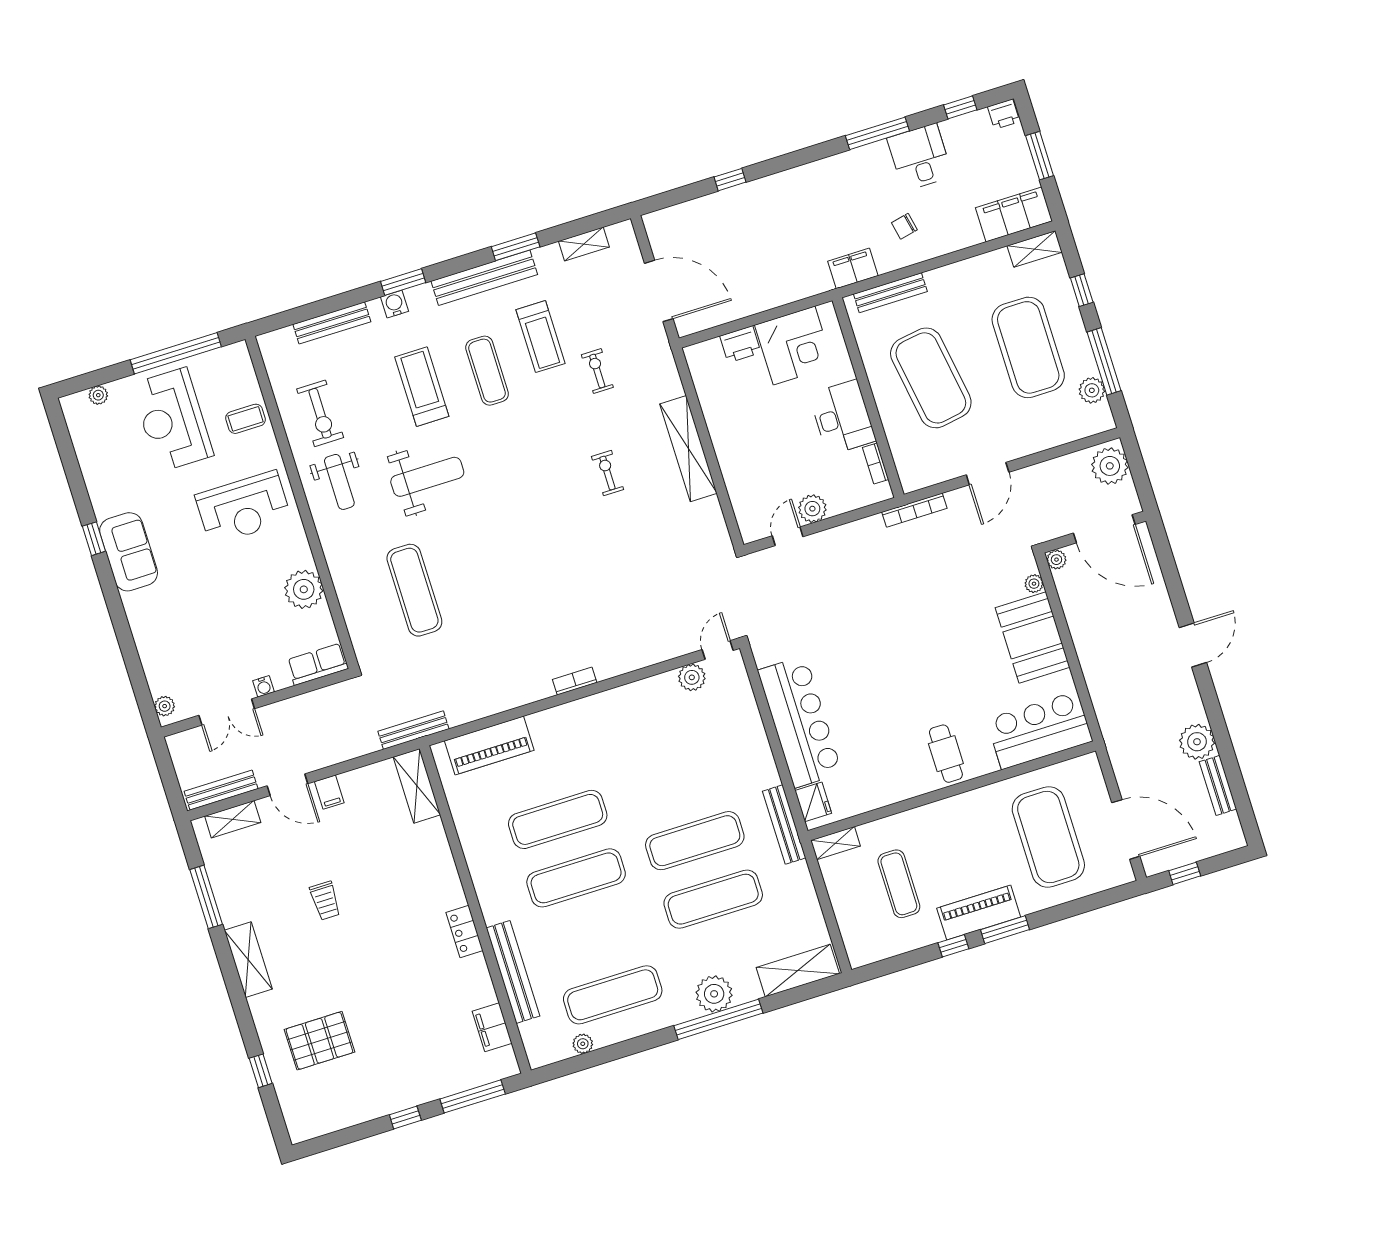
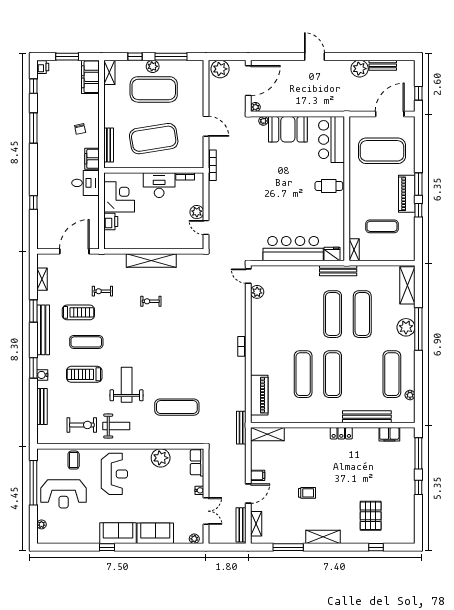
desk: (920, 157) -> (85, 183), moved, turned 180
plant: (1092, 390) -> (153, 66), moved
sofa: (151, 625) -> (155, 533), added

